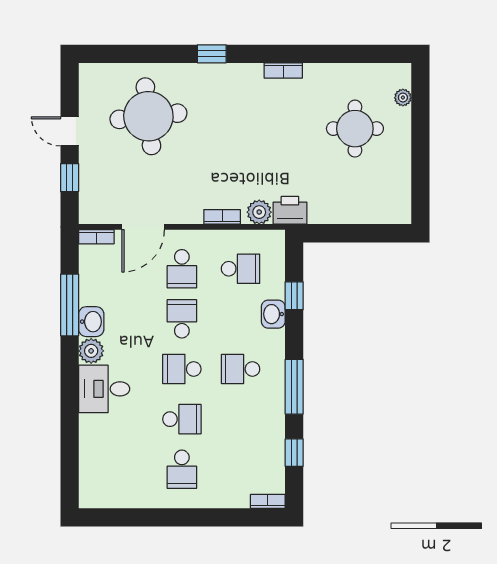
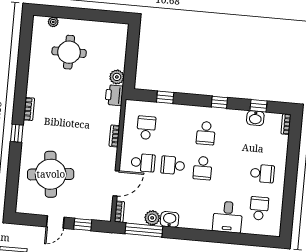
bookcase: (283, 70) -> (29, 109), moved
plant: (259, 212) -> (117, 77), moved
door: (143, 227) -> (116, 183), hinge flipped
window: (70, 305) -> (144, 230), moved
washbasin: (273, 314) -> (255, 118), moved
plant: (91, 351) -> (152, 218), moved
window: (294, 387) -> (219, 102), width x0.46
desk: (104, 389) -> (228, 217), moved
school desk: (182, 419) -> (259, 208), moved

